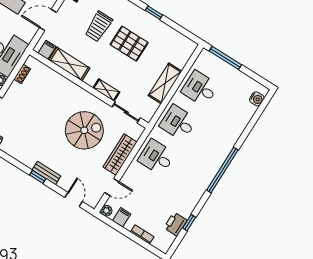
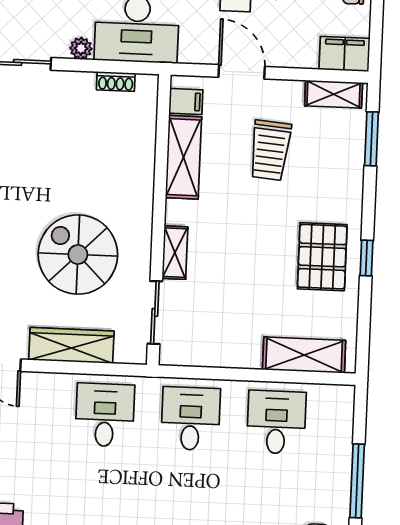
trolley: (99, 26) -> (270, 150), moved, turned -85
pallet: (129, 44) -> (322, 257), moved
window: (225, 58) -> (357, 481), moved
shelving: (165, 83) -> (304, 355), moved
spiral stairs: (84, 130) -> (78, 255), turned 180

